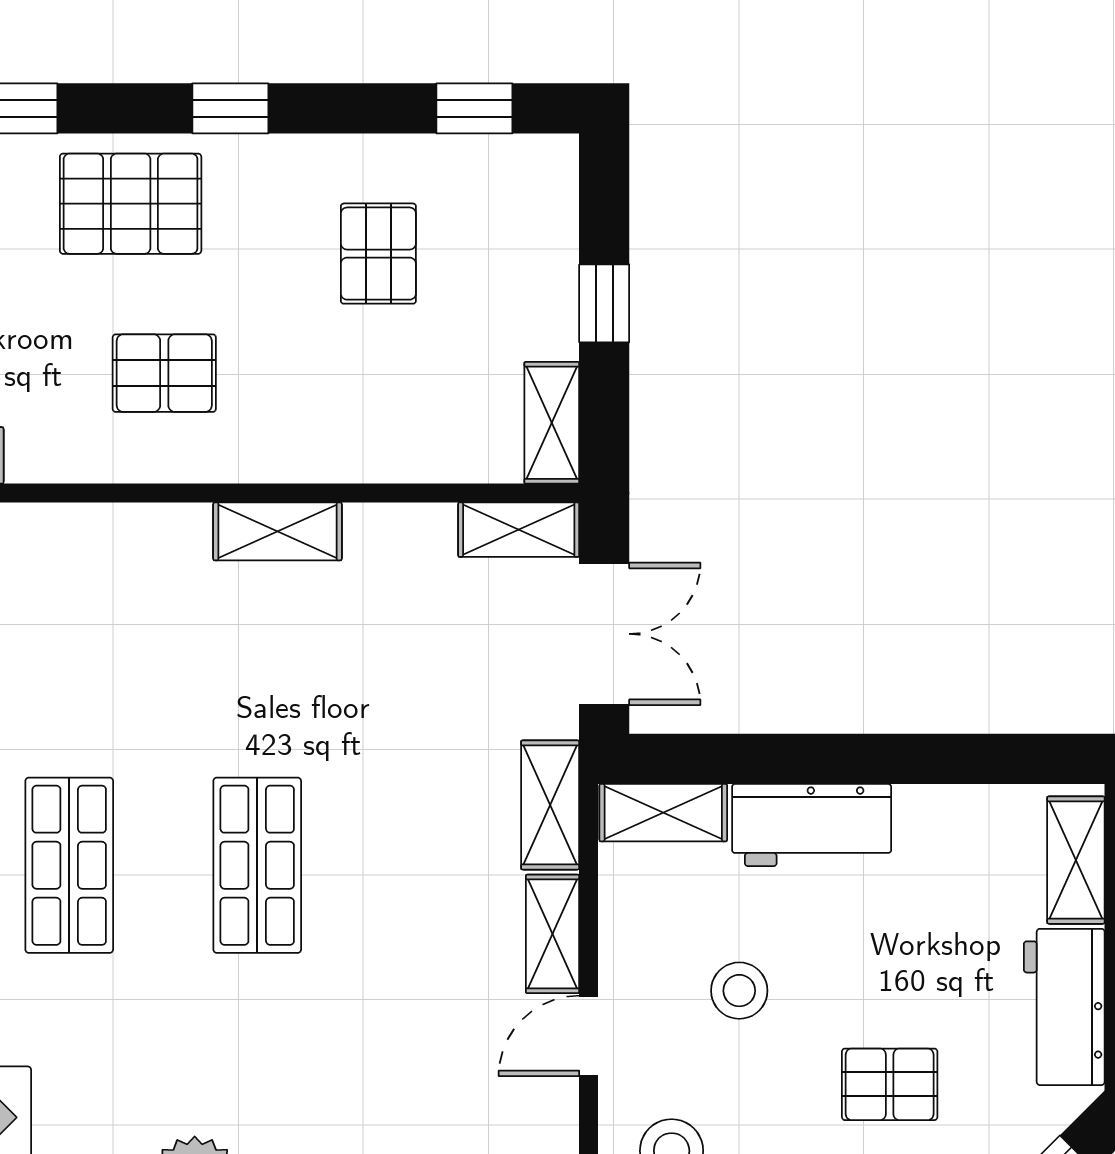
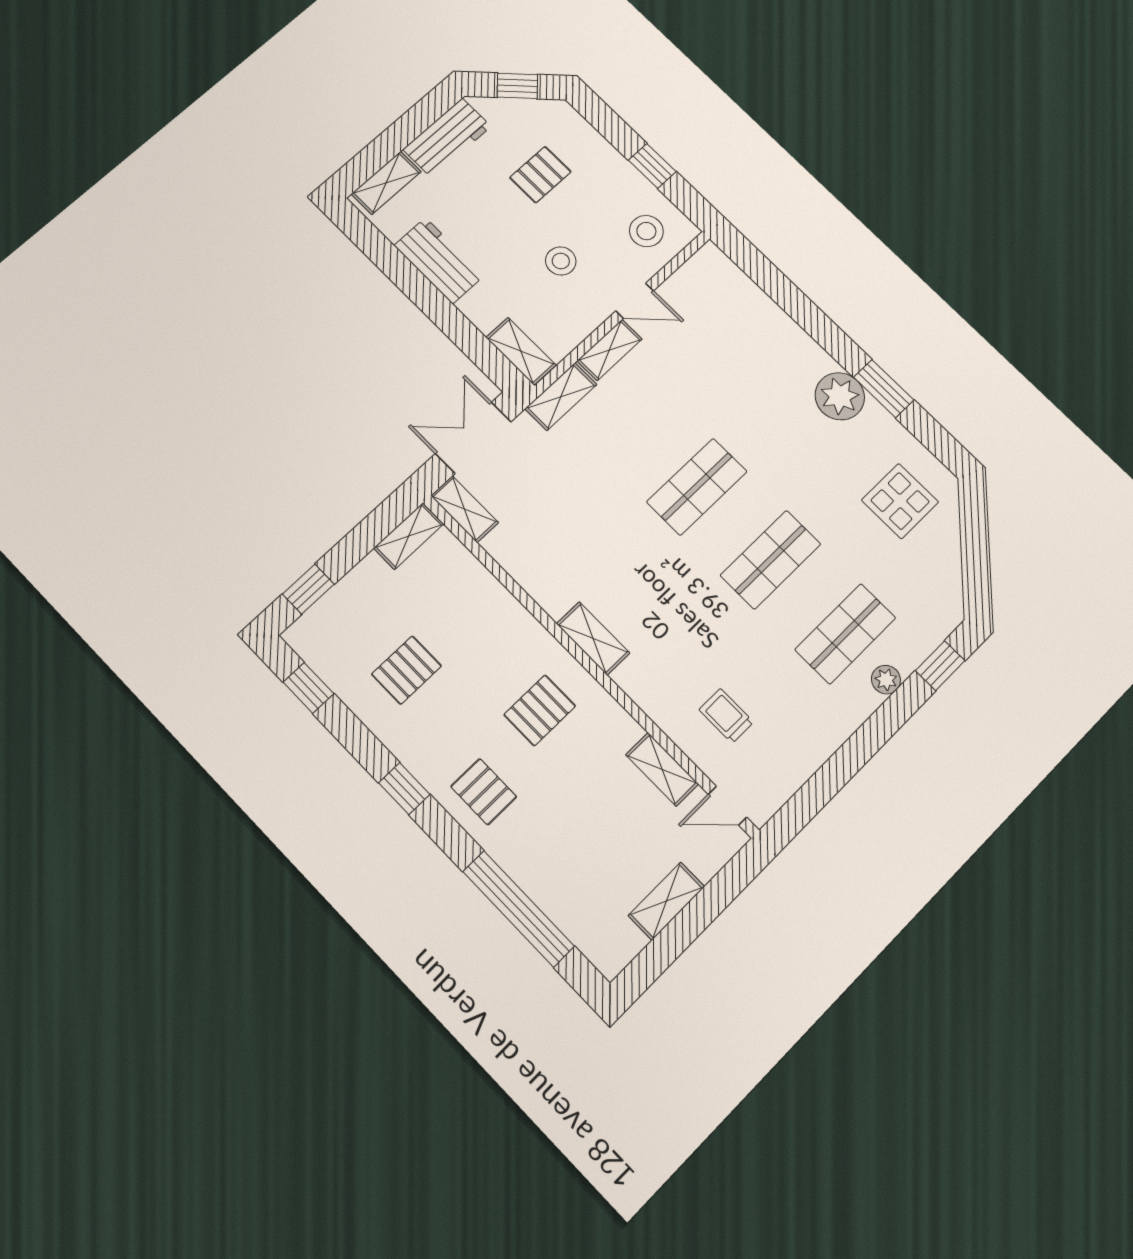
pallet: (131, 204) -> (484, 792), width x0.67, depth x0.71
window: (604, 303) -> (308, 589), moved
pallet: (164, 373) -> (540, 710), turned 90
shelving: (277, 531) -> (593, 638), moved
workbench: (812, 825) -> (439, 261), moved
pallet: (890, 1084) -> (540, 175), turned 90

